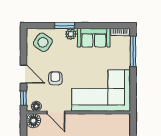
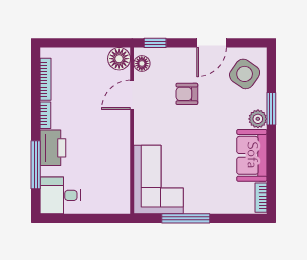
window: (133, 51) -> (186, 218), moved
door: (24, 74) -> (212, 43), moved
armchair: (55, 78) -> (187, 94), turned 180
corner sofa: (101, 91) -> (159, 180), width x0.73, depth x0.74

